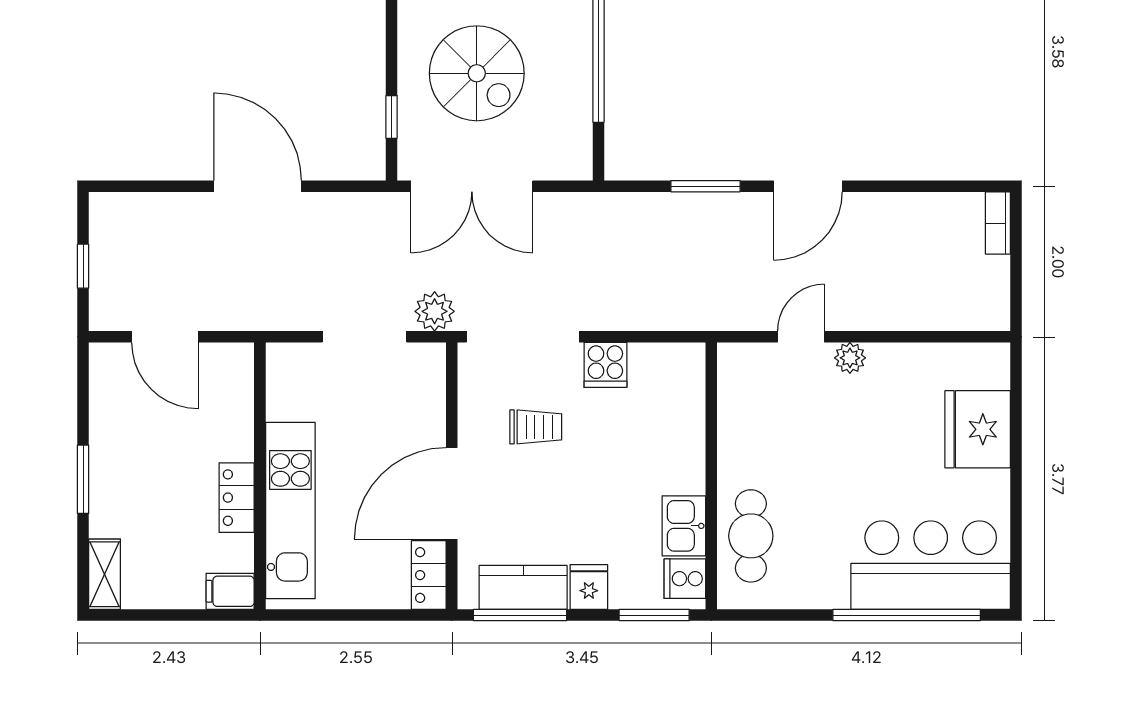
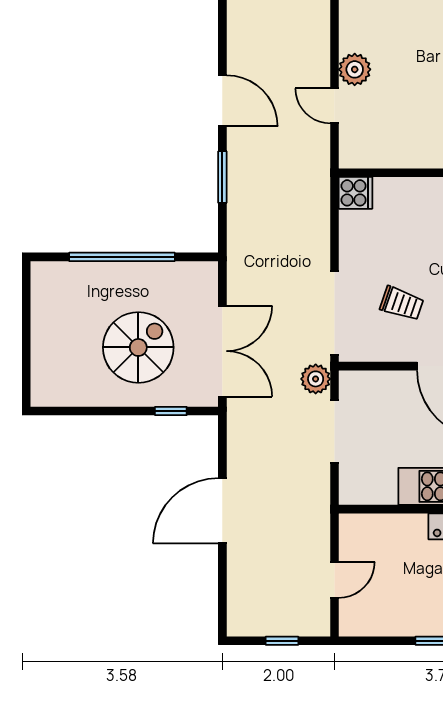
door: (165, 337) -> (335, 580), width x0.73
plant: (850, 358) -> (355, 69), width x1.38, depth x1.38
cooker: (605, 365) -> (356, 193), moved
trolley: (536, 427) -> (402, 303), turned 109

